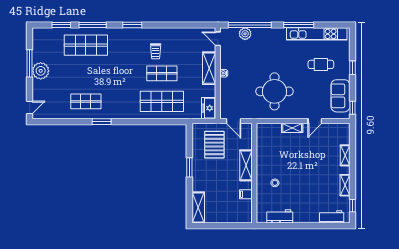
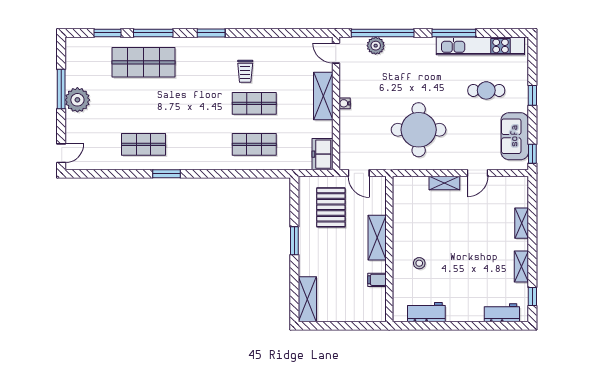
shop shelf: (162, 101) -> (254, 144), width x0.70, depth x0.74

